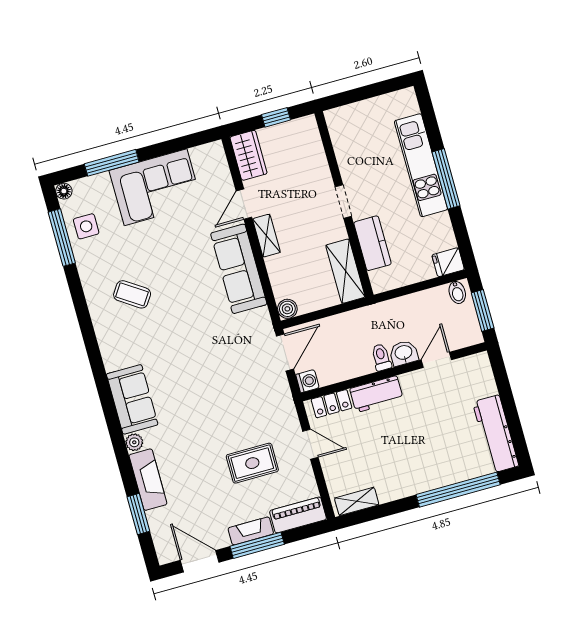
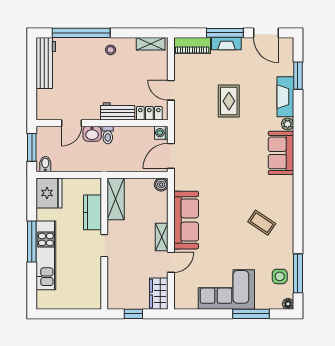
fridge: (448, 262) -> (49, 193), width x1.88, depth x1.34
rug: (252, 463) -> (229, 101), moved, turned 90
stool: (410, 477) -> (111, 50), added

